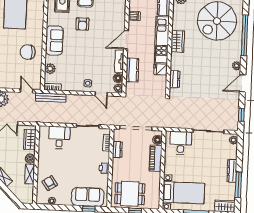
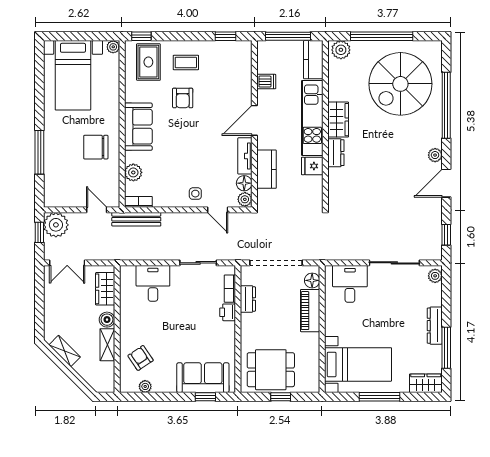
dresser: (175, 79) -> (336, 153), moved
printer: (104, 168) -> (228, 312), moved

